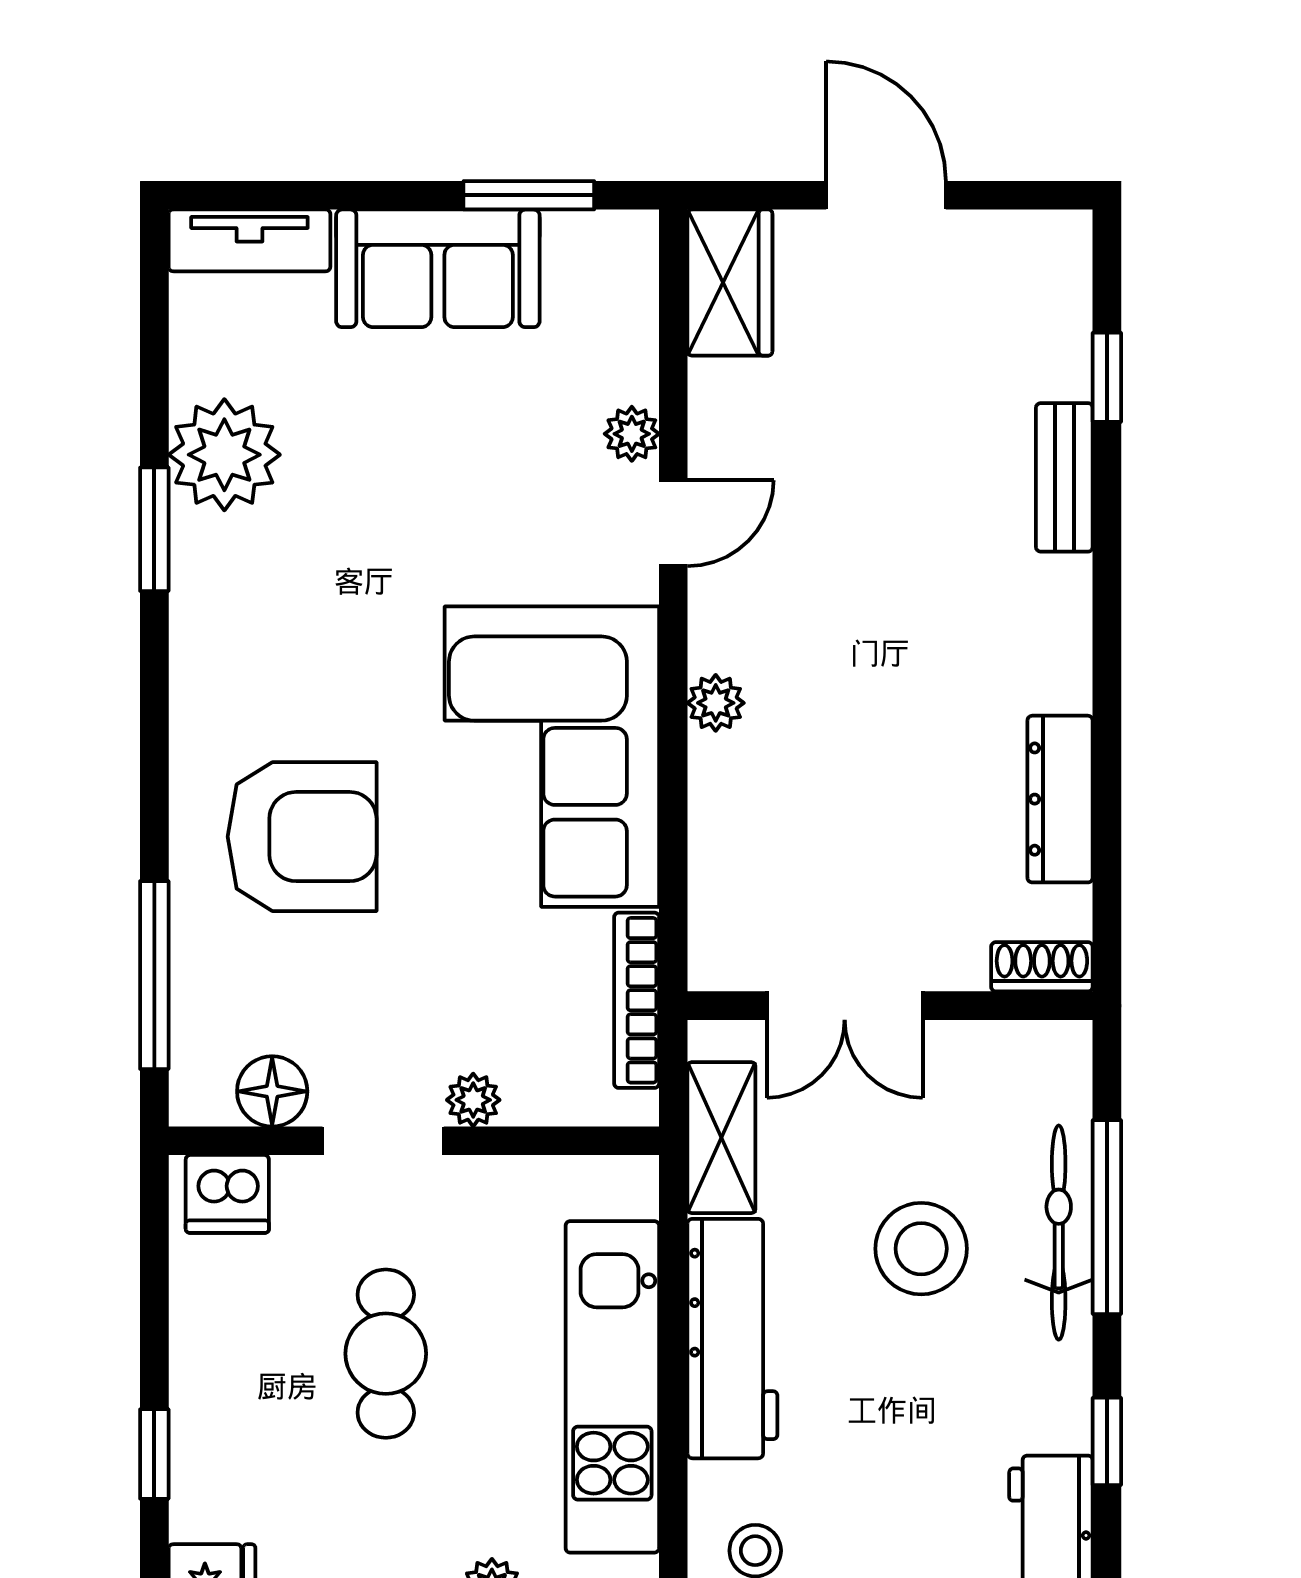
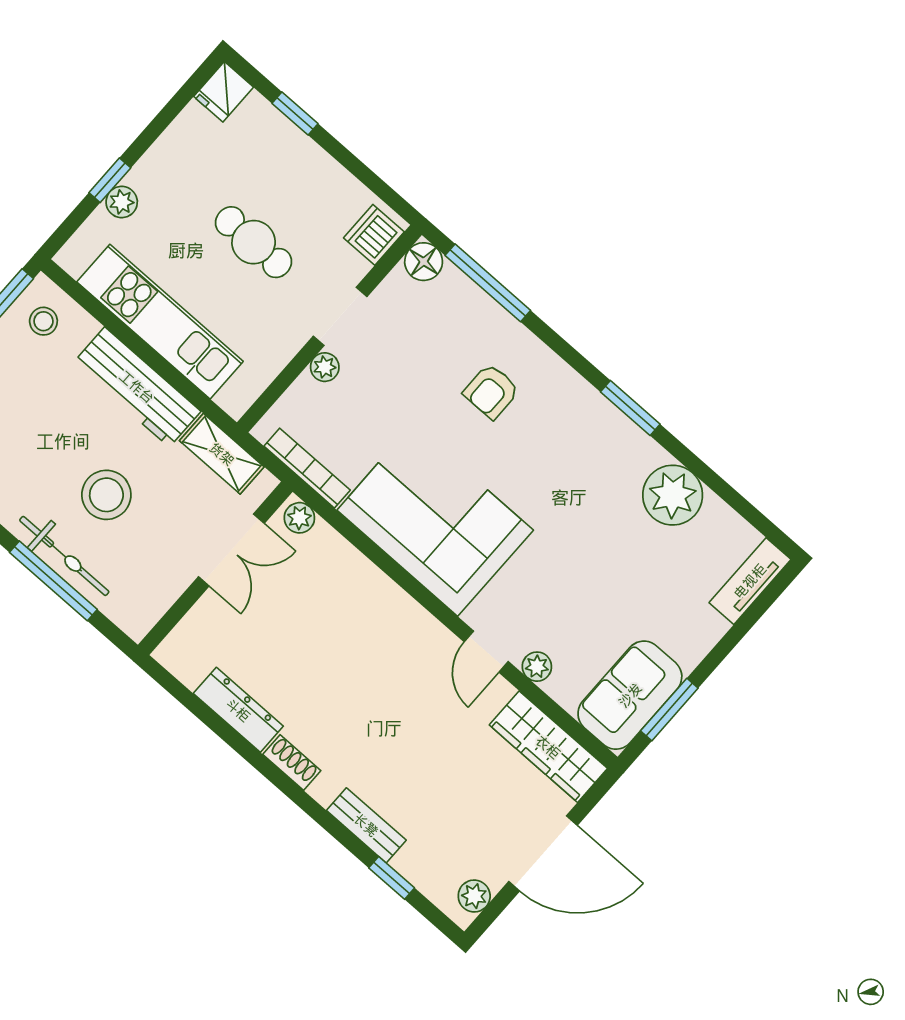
door: (886, 195) -> (543, 853), width x1.36
plant: (1031, 239) -> (474, 896), added
sofa: (438, 268) -> (630, 695), moved
wardrobe: (730, 283) -> (548, 747), width x1.50
window: (154, 529) -> (630, 408), moved
plant: (716, 703) -> (299, 518), moved
armchair: (302, 837) -> (491, 391), width x0.53, depth x0.53
shoe rack: (1042, 967) -> (292, 762), moved, turned -90
double door: (845, 1006) -> (231, 550), swing flipped
floor lamp: (272, 1091) -> (424, 262), moved

